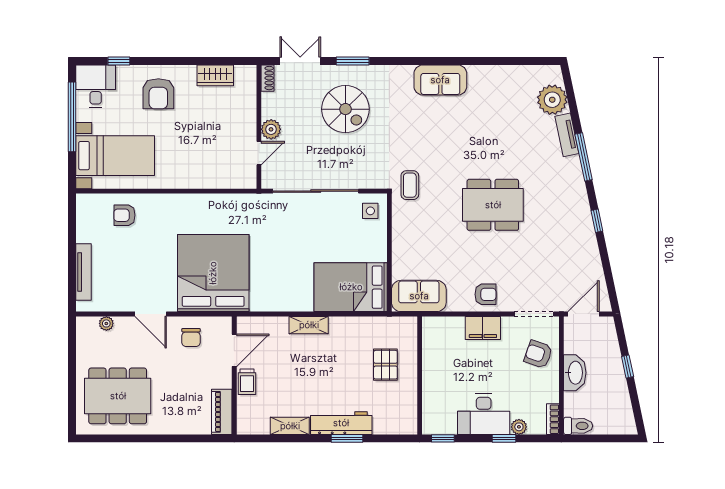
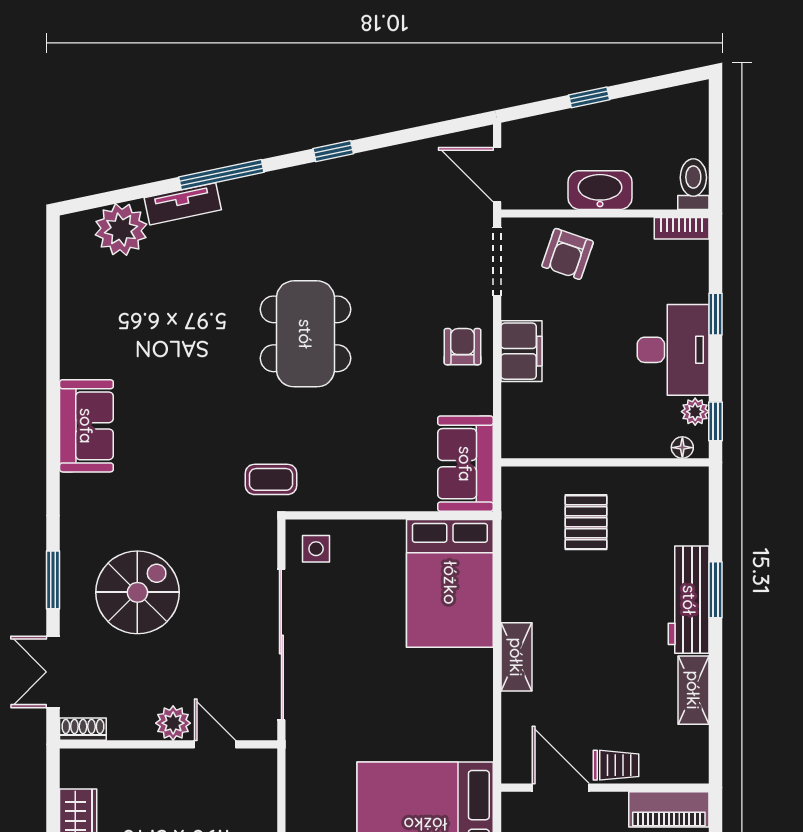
pallet: (385, 365) -> (586, 522), turned 90
floor lamp: (428, 420) -> (682, 448), added
plant: (519, 427) -> (695, 412), moved

